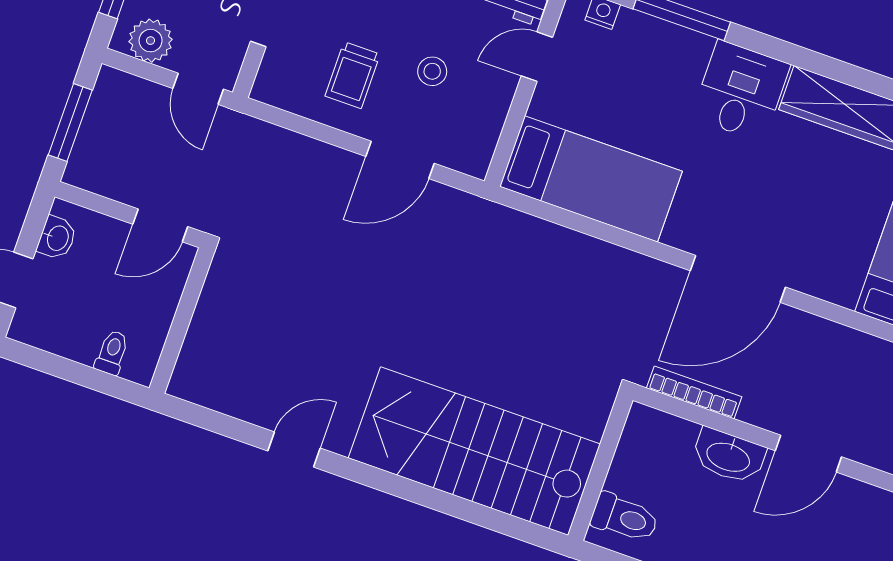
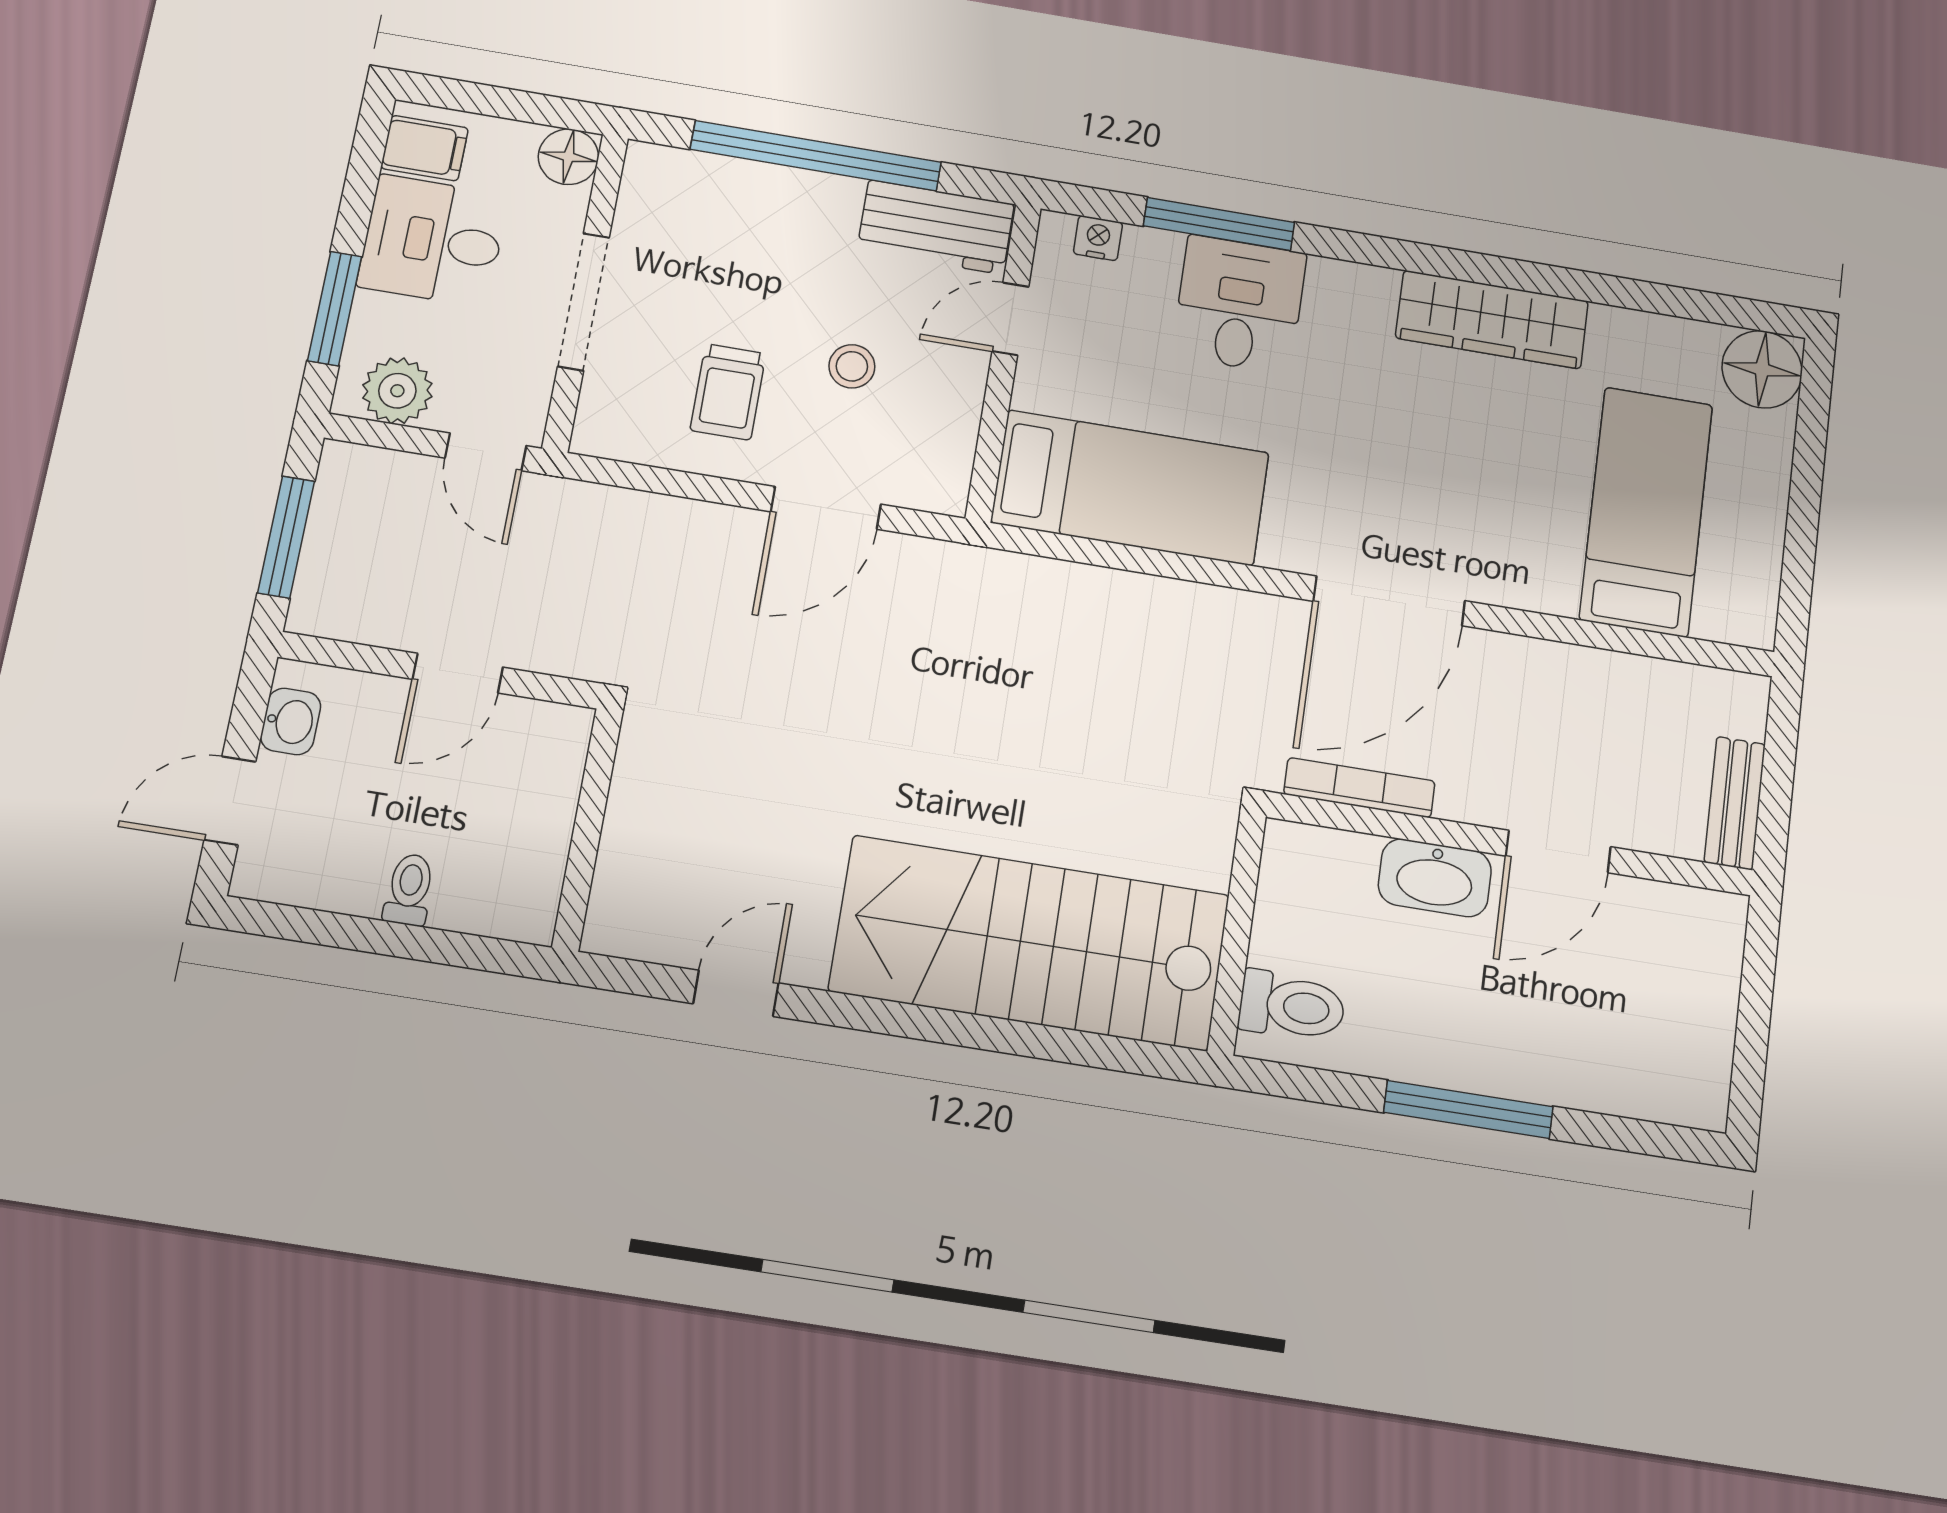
desk: (741, 91) -> (1239, 304), moved
wall: (182, 320) -> (587, 829), moved

